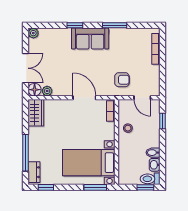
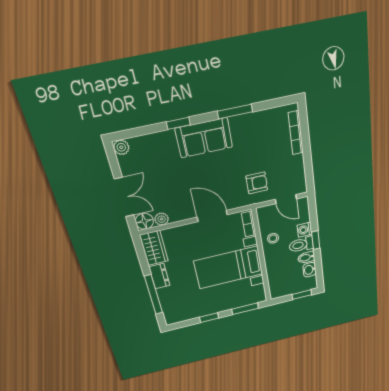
window: (162, 121) -> (316, 240), moved
washing machine: (154, 127) -> (305, 230), added
bed with nightstands: (89, 163) -> (229, 267), moved
dresser: (34, 172) -> (159, 276), moved
toilet: (150, 179) -> (301, 245), moved
window: (46, 187) -> (209, 318), moved

